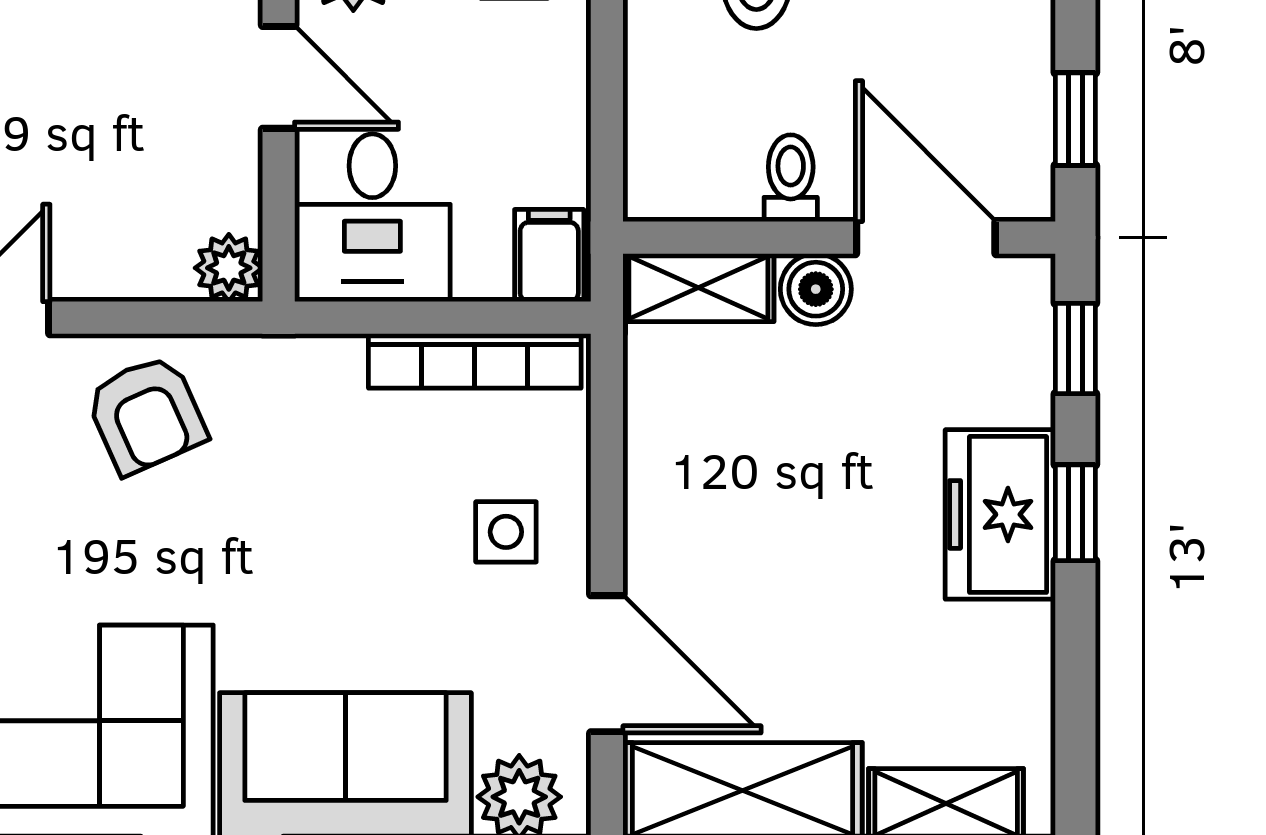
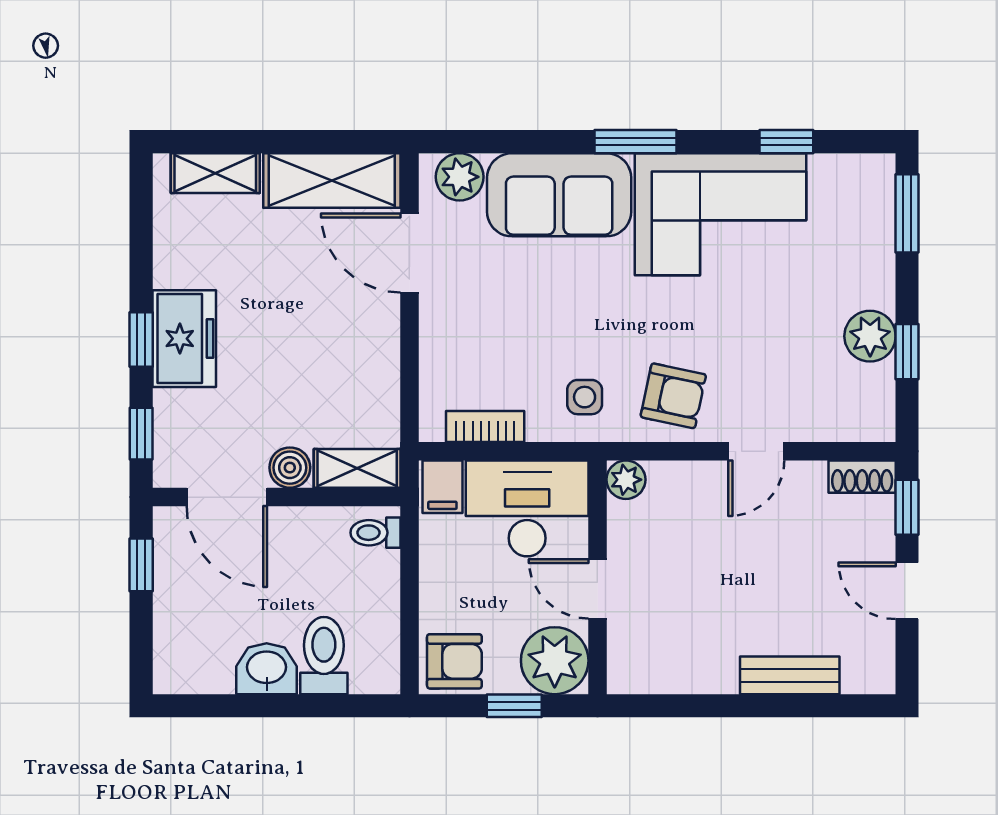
toilet: (791, 178) -> (375, 533), moved, turned 90
desk: (372, 218) -> (527, 508), width x1.37
bookcase: (475, 361) -> (485, 426), width x0.64
armchair: (146, 414) -> (673, 396), turned 126
side table: (506, 532) -> (585, 397), moved

